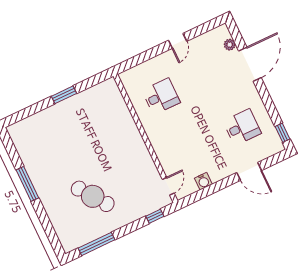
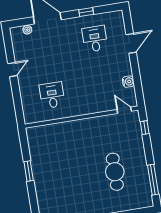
door: (178, 41) -> (12, 70), hinge flipped
window: (282, 133) -> (86, 12), moved
cafe table: (93, 196) -> (115, 172), turned -54

